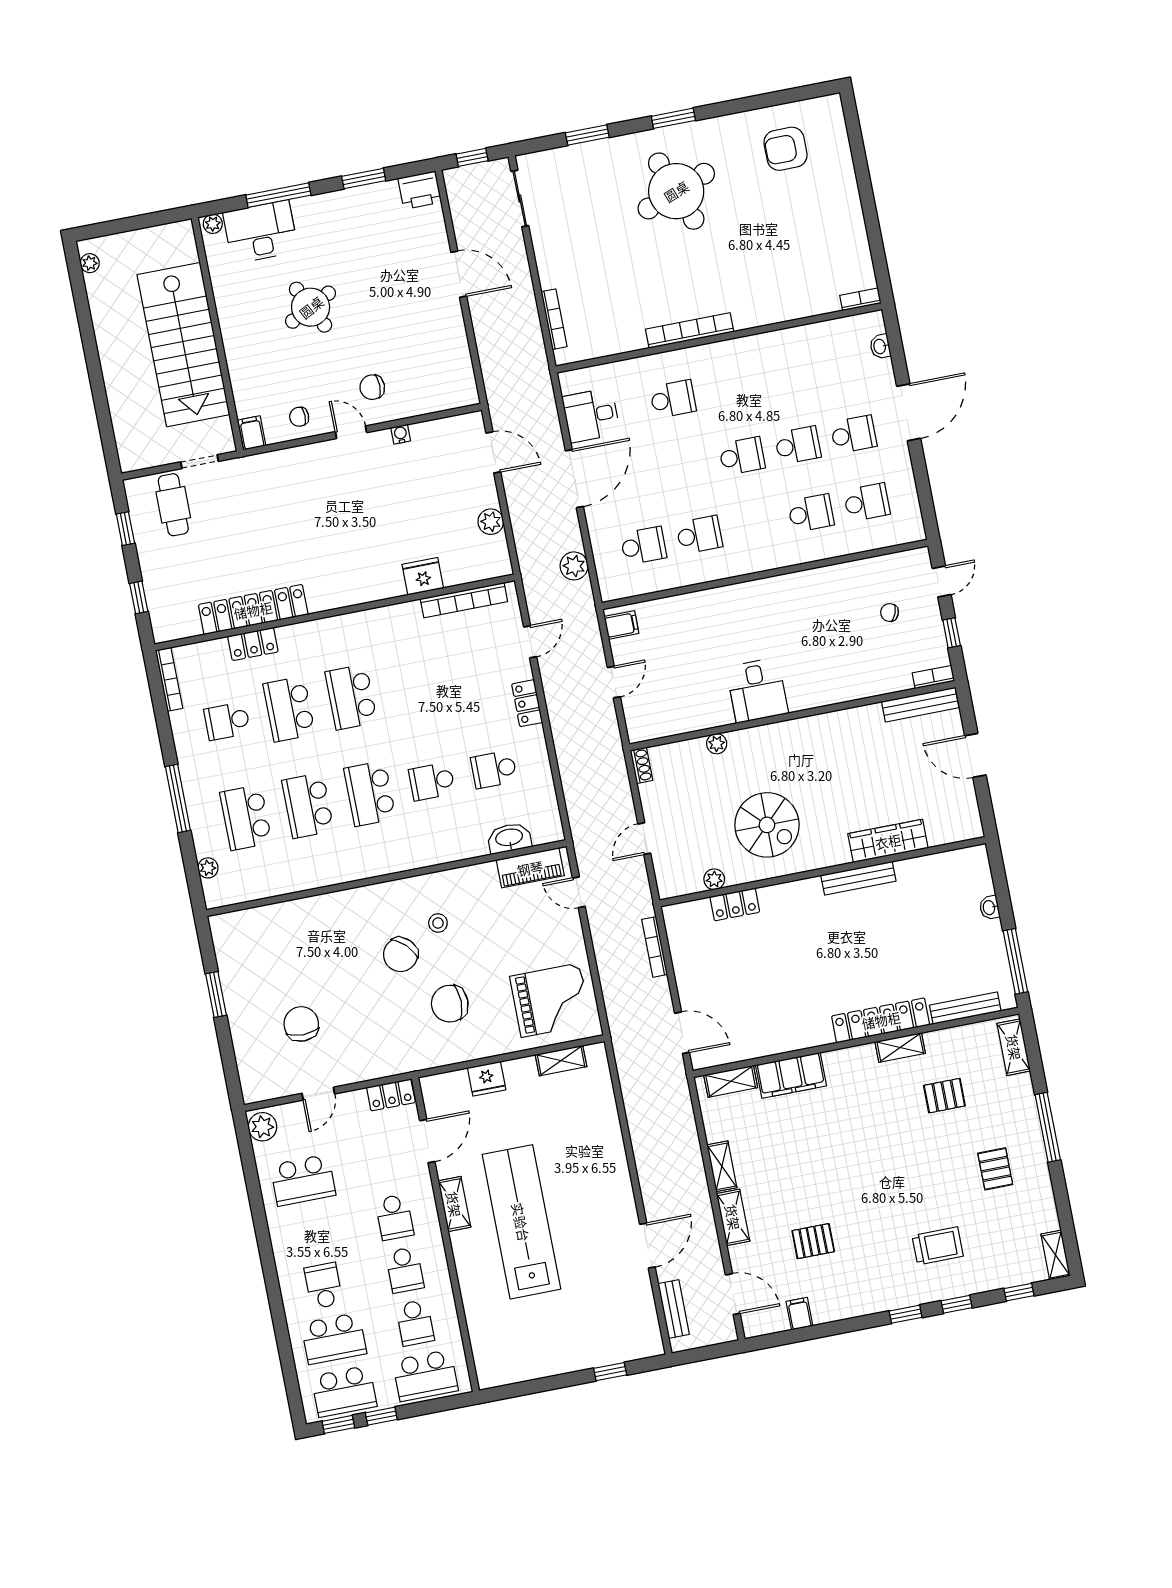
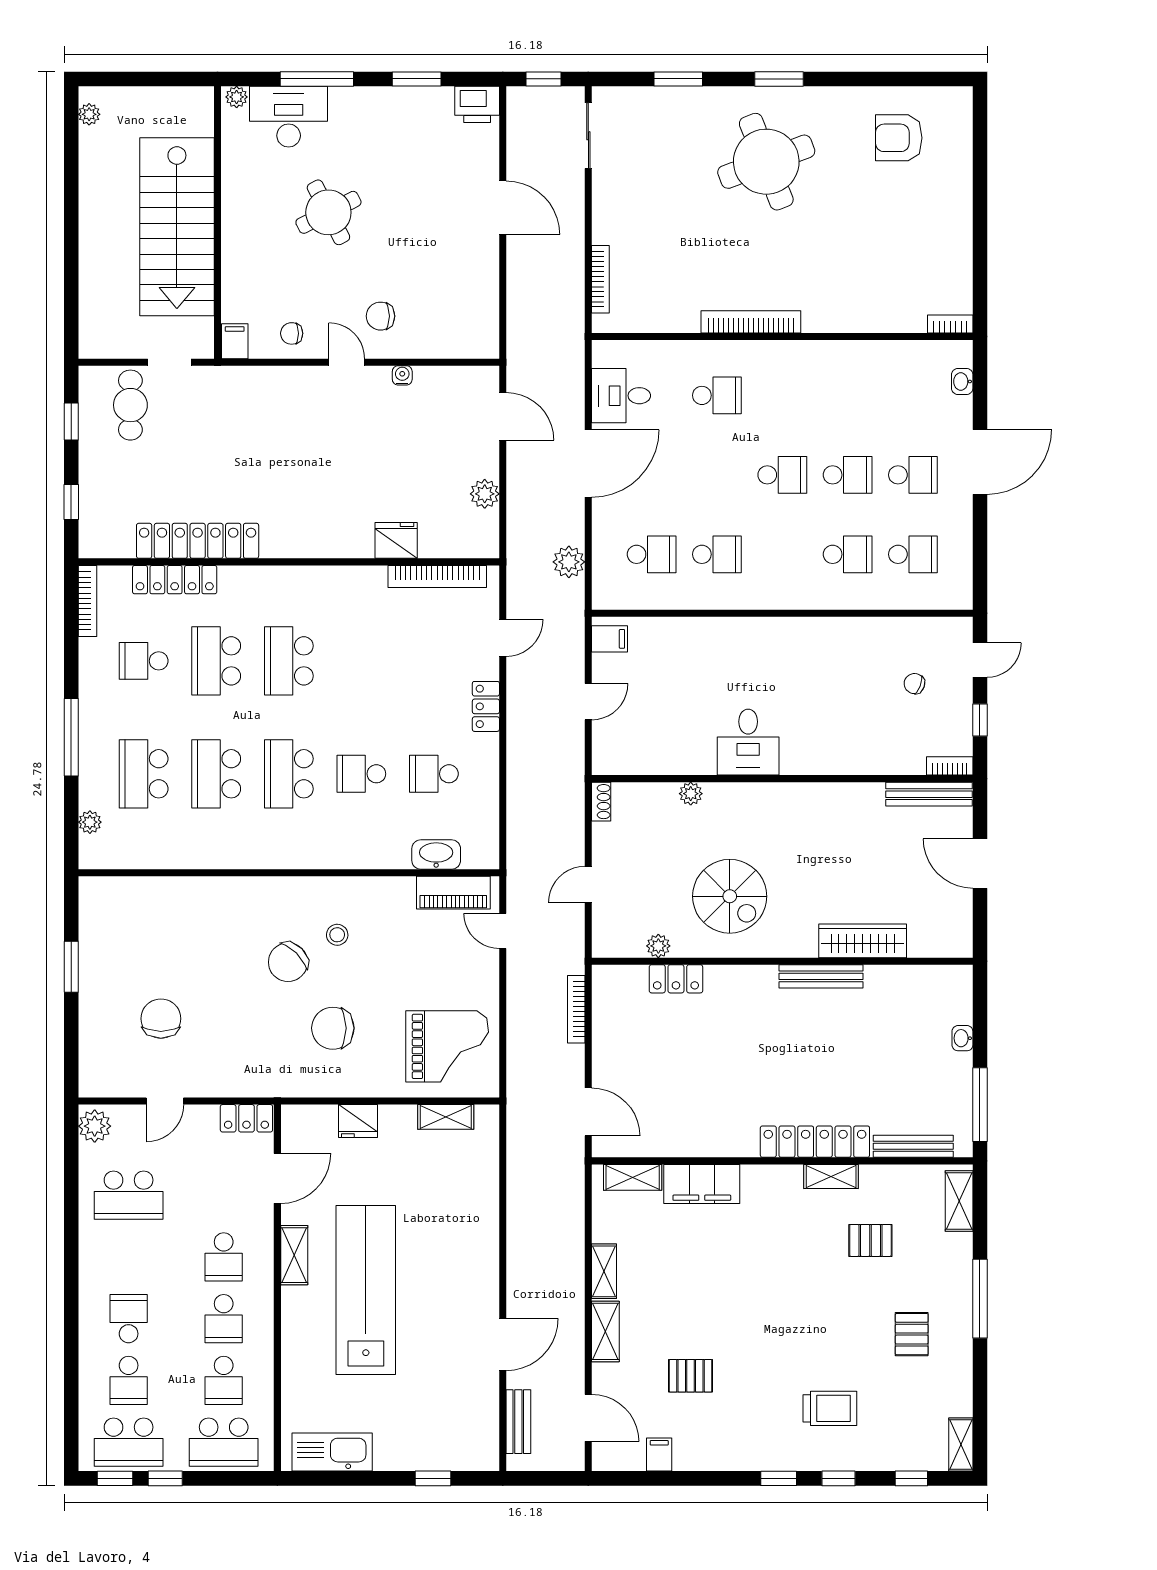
locker: (253, 644) -> (175, 580), width x1.53
school desk: (334, 1339) -> (129, 1380), width x0.54
kitchen sink: (520, 1366) -> (332, 1452), added

